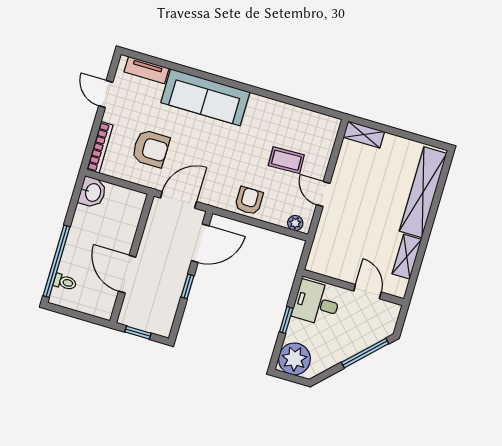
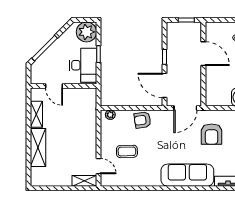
armchair: (151, 149) -> (212, 134), turned -90
shelving: (423, 192) -> (38, 147), width x0.68
door: (323, 194) -> (98, 166), moved
armchair: (249, 201) -> (142, 120), turned 82
door: (200, 243) -> (164, 85), hinge flipped
desk: (316, 303) -> (83, 65), width x1.37

